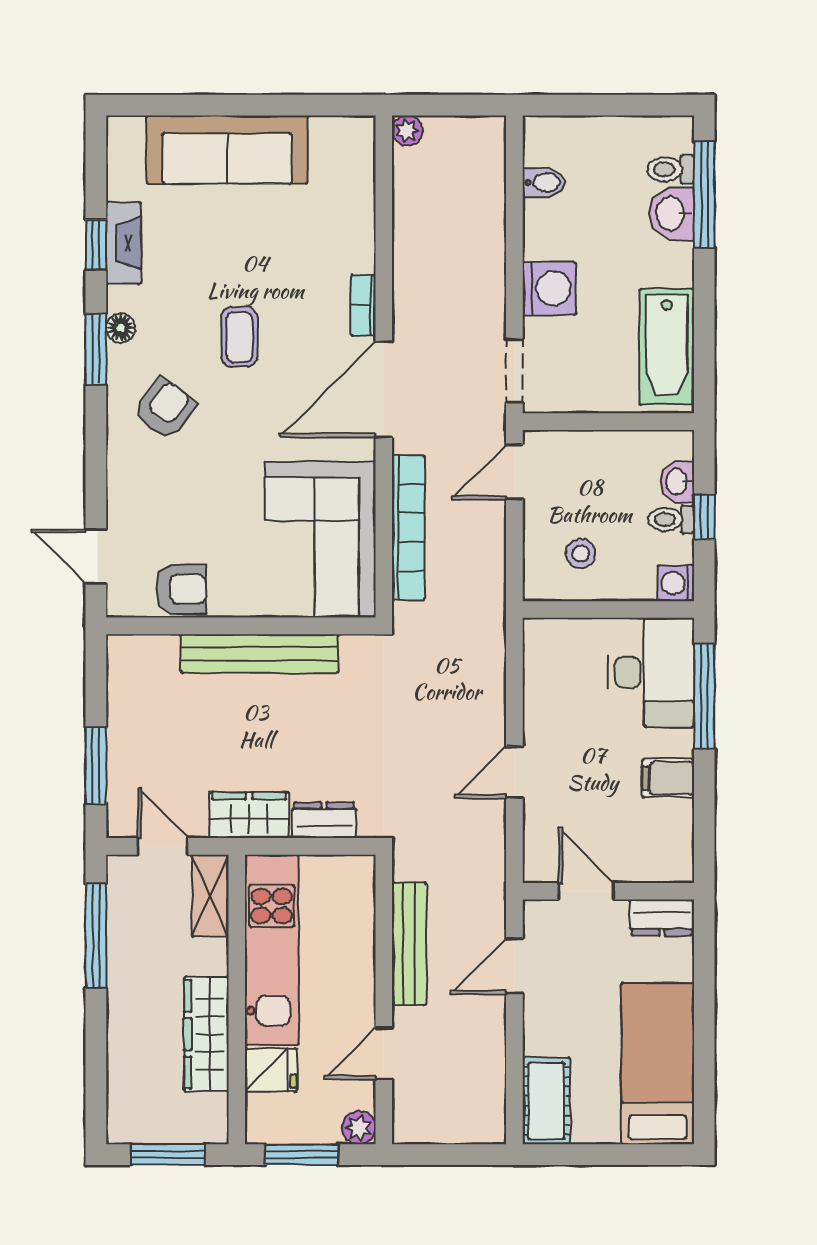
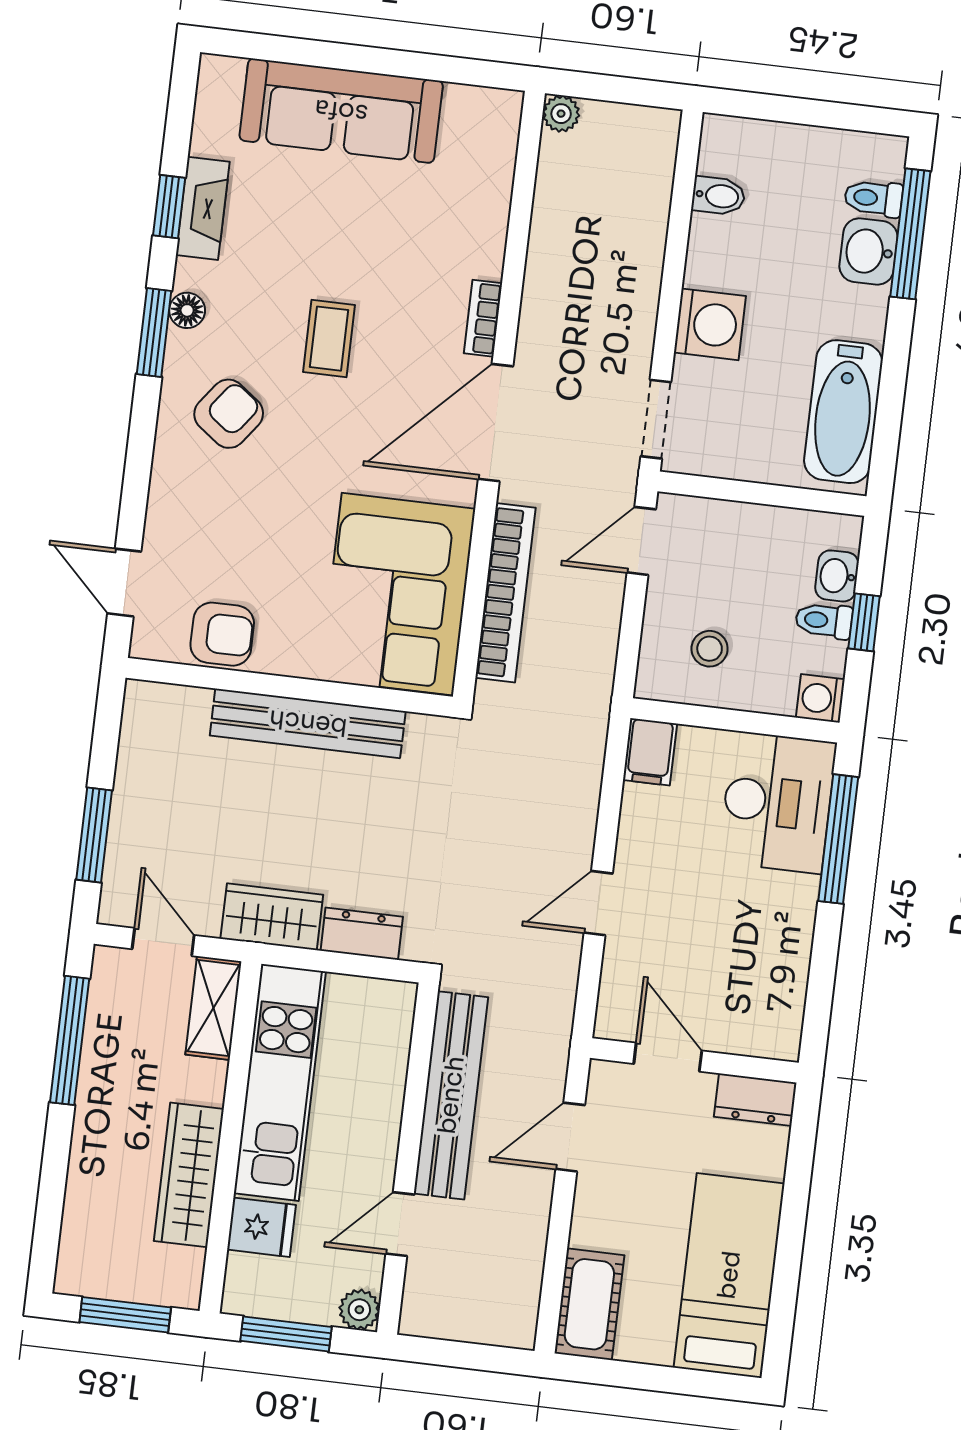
filing cabinet: (668, 778) -> (650, 752), moved, turned -90
bench: (409, 944) -> (451, 1095), width x1.37, depth x1.21

